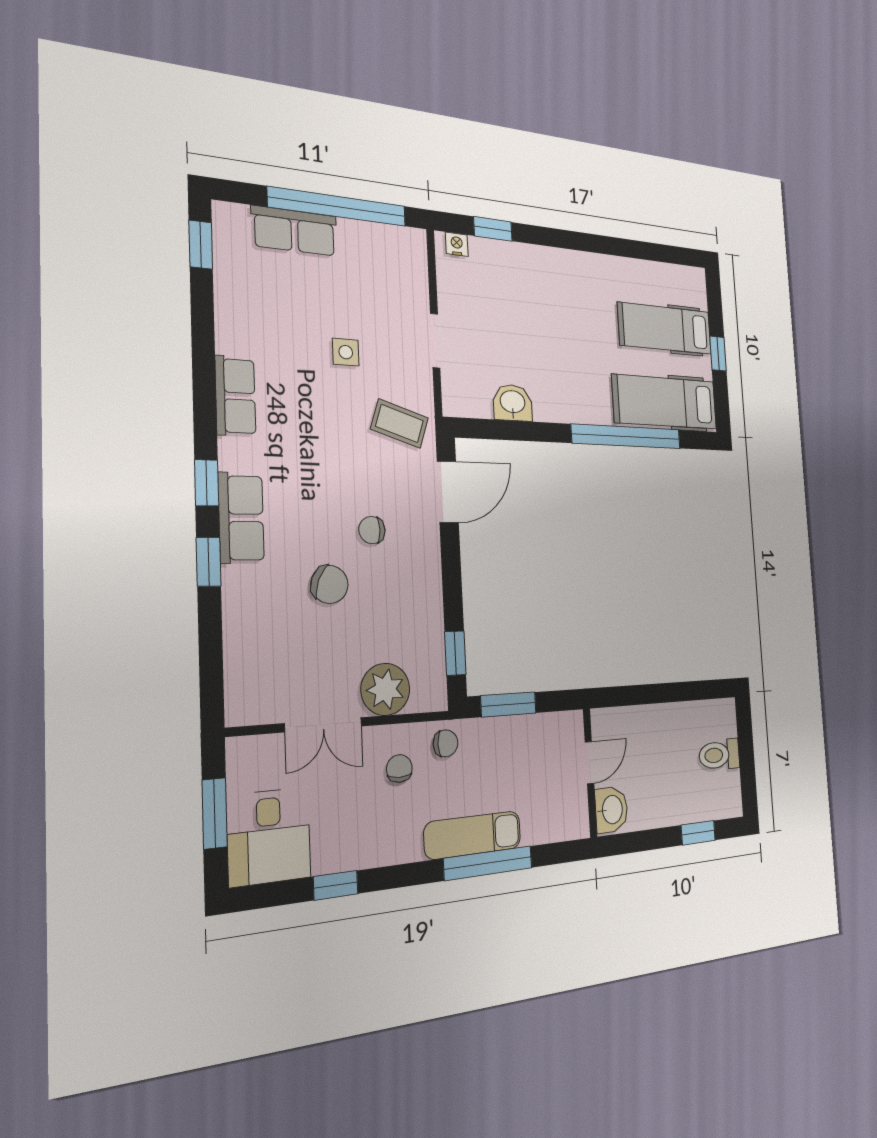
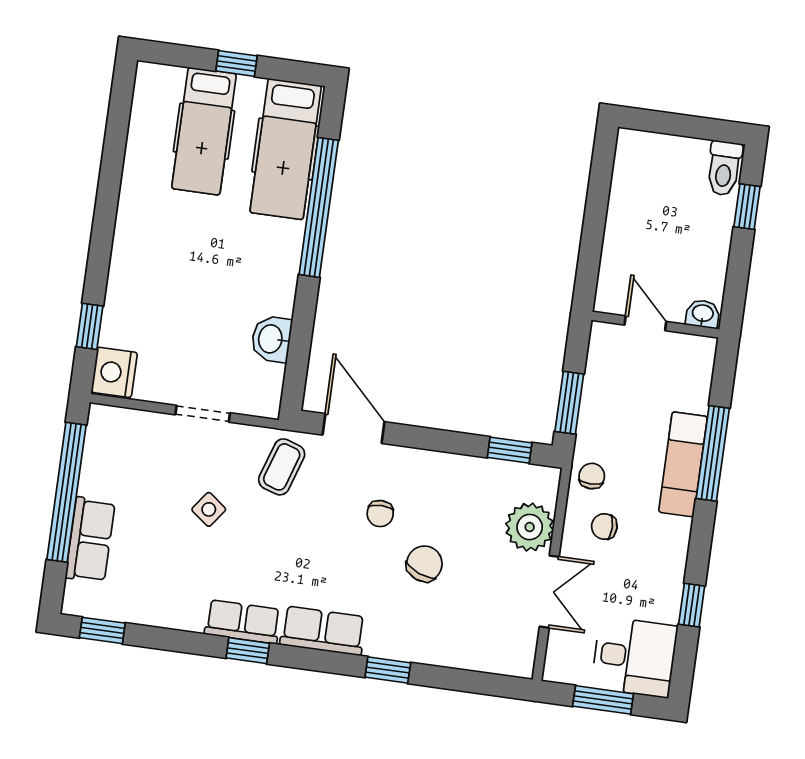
nightstand: (457, 244) -> (114, 372), width x1.89, depth x1.79
side table: (346, 352) -> (209, 509), turned 37
window: (207, 483) -> (248, 651), moved
row of seats: (241, 518) -> (323, 631), moved
toilet: (719, 755) -> (724, 168), moved
washbasin: (611, 810) -> (703, 314), width x0.72, depth x0.69

